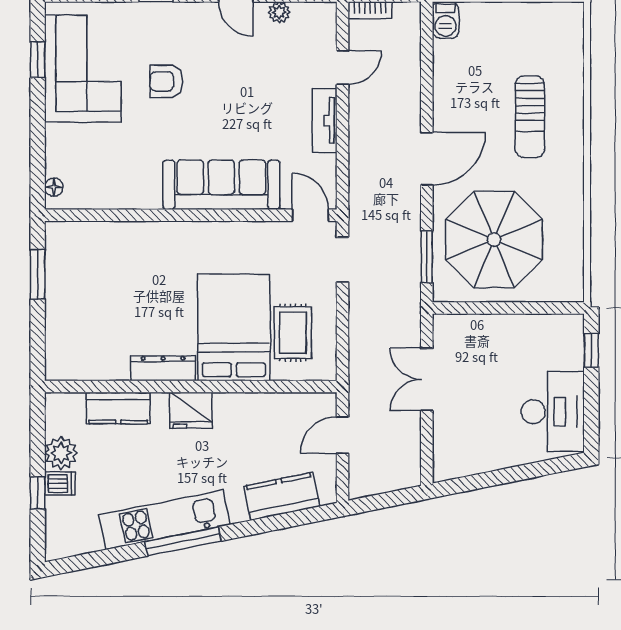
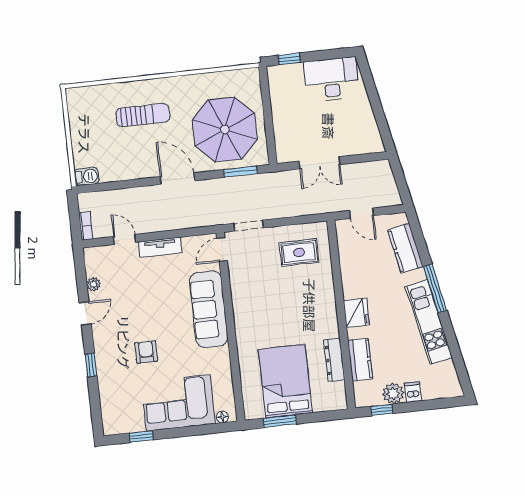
corner sofa: (83, 69) -> (178, 403), moved
armchair: (166, 81) -> (146, 352), turned 180
bed: (234, 327) -> (285, 381), moved, turned 90
dresser: (163, 368) -> (334, 360), moved
window: (38, 493) -> (382, 410), moved
window: (183, 541) -> (435, 288), moved

